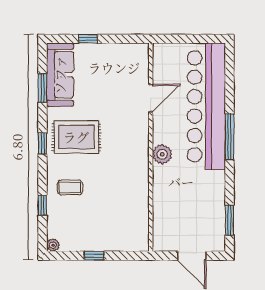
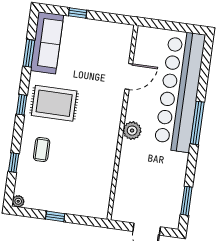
coffee table: (70, 187) -> (42, 150), turned 90

